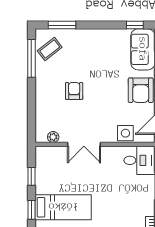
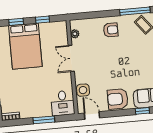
armchair: (74, 91) -> (111, 30), moved
bed: (63, 207) -> (25, 46), width x1.50

